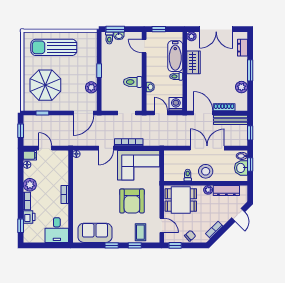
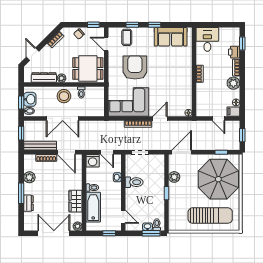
dresser: (243, 48) -> (28, 203), moved
parasol: (45, 85) -> (218, 179), width x1.36, depth x1.36

